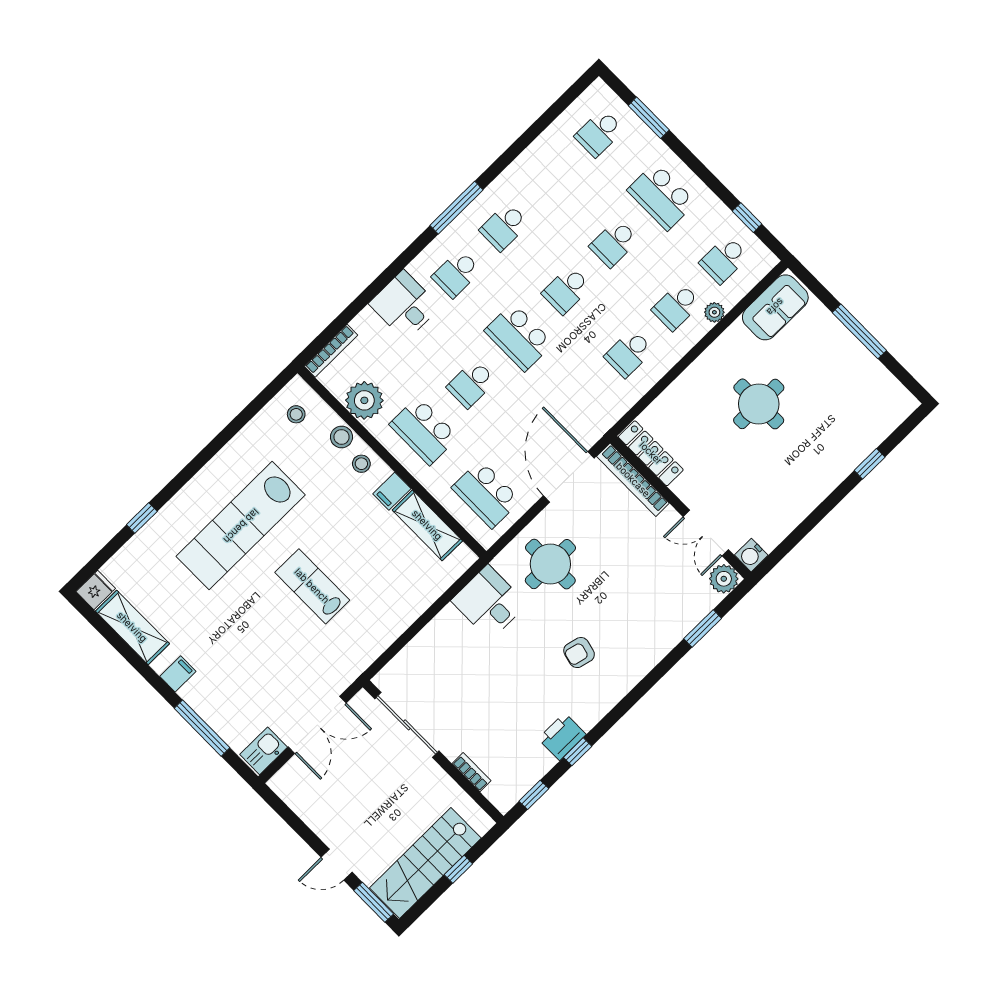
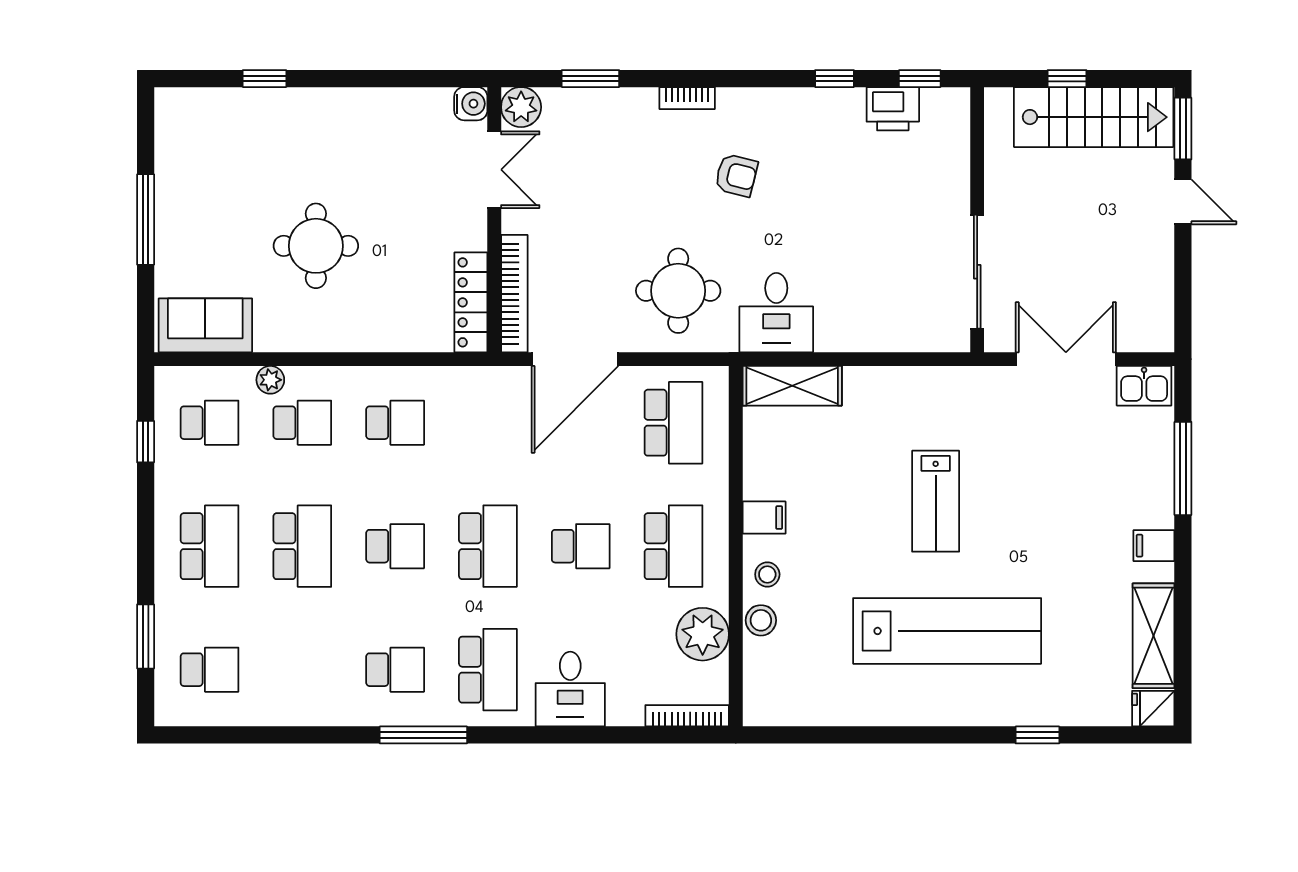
school desk: (614, 243) -> (302, 546), width x1.85
school desk: (456, 274) -> (488, 670), width x1.85
stool: (296, 414) -> (784, 687), removed
shelving: (427, 525) -> (792, 386), moved, turned 90
printer: (562, 737) -> (893, 109), moved
bookcase: (471, 772) -> (687, 98), moved, turned -90

